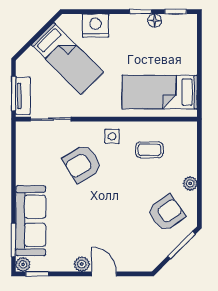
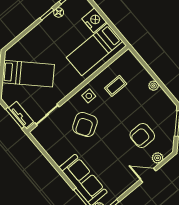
nightstand: (96, 26) -> (94, 20), moved, turned 90
armchair: (166, 213) -> (142, 135), moved, turned -144
plant: (82, 264) -> (158, 158), moved

